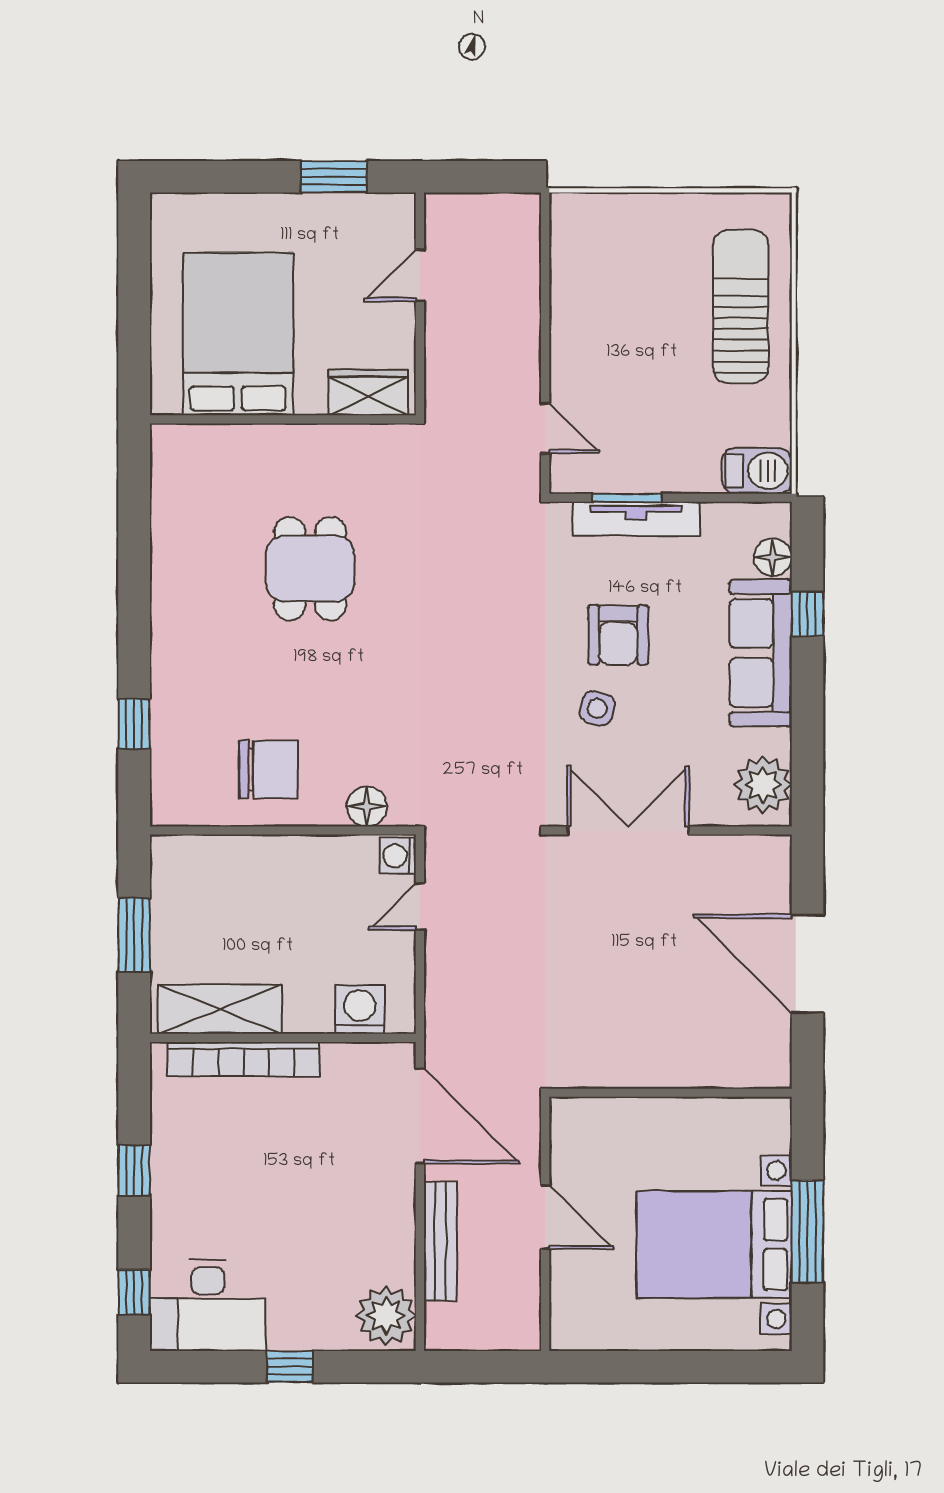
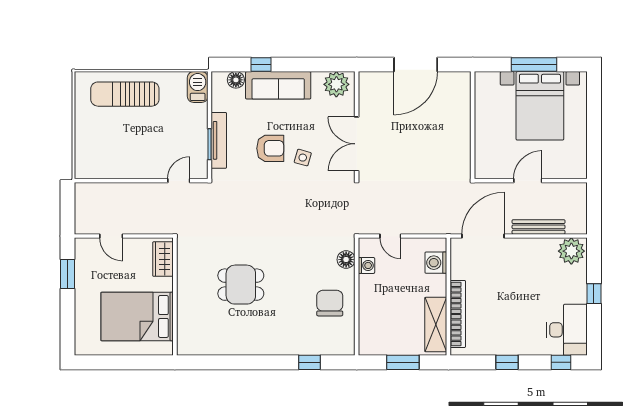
washing machine: (398, 856) -> (366, 265), moved, turned -90

